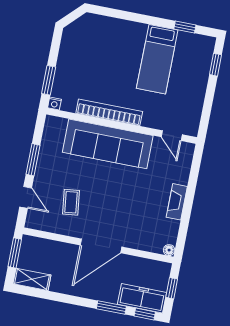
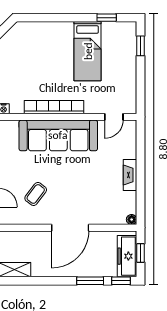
door: (172, 136) -> (114, 117), hinge flipped
coffee table: (71, 202) -> (36, 194), turned 44
freezer: (142, 298) -> (127, 256), moved, turned -90

